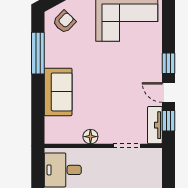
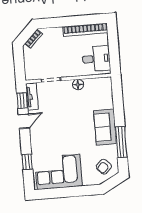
window: (168, 63) -> (27, 162), moved
sofa: (58, 92) -> (105, 127), moved
door: (168, 93) -> (24, 121), hinge flipped

